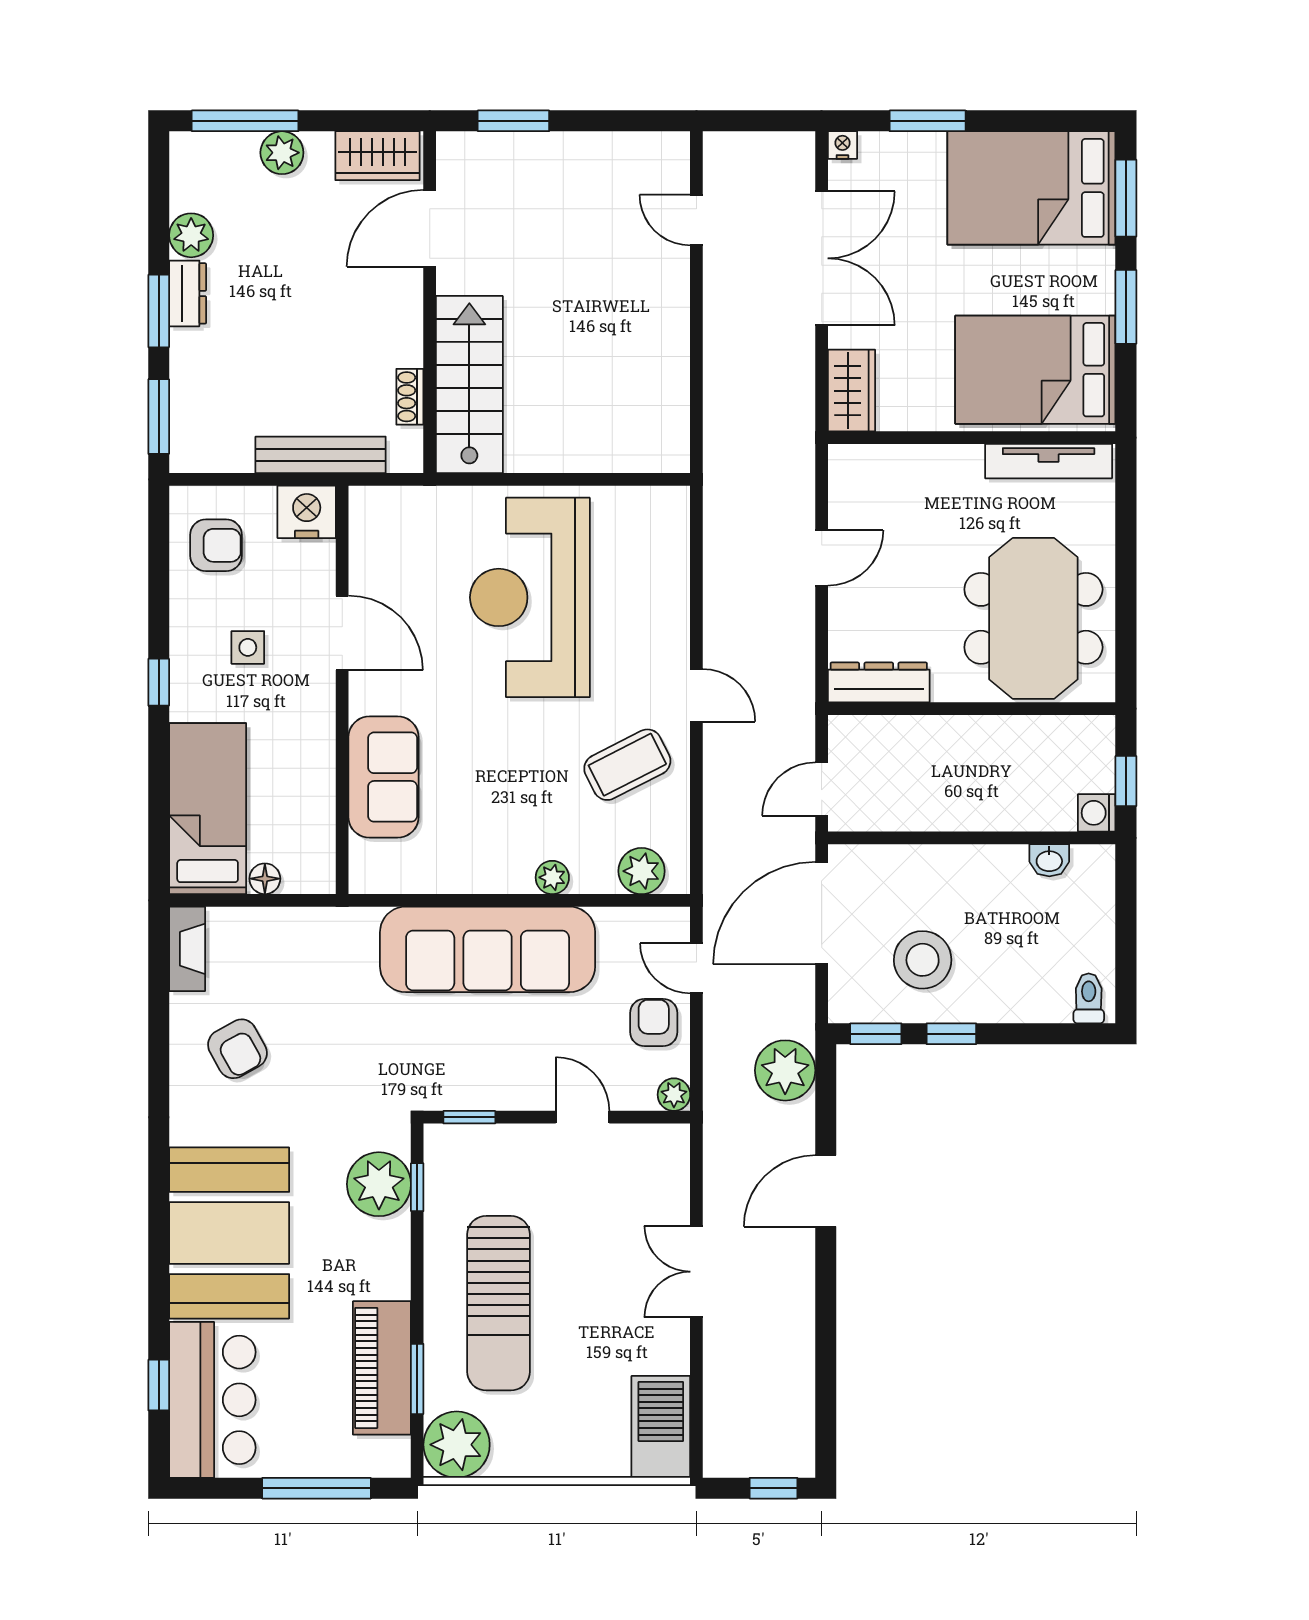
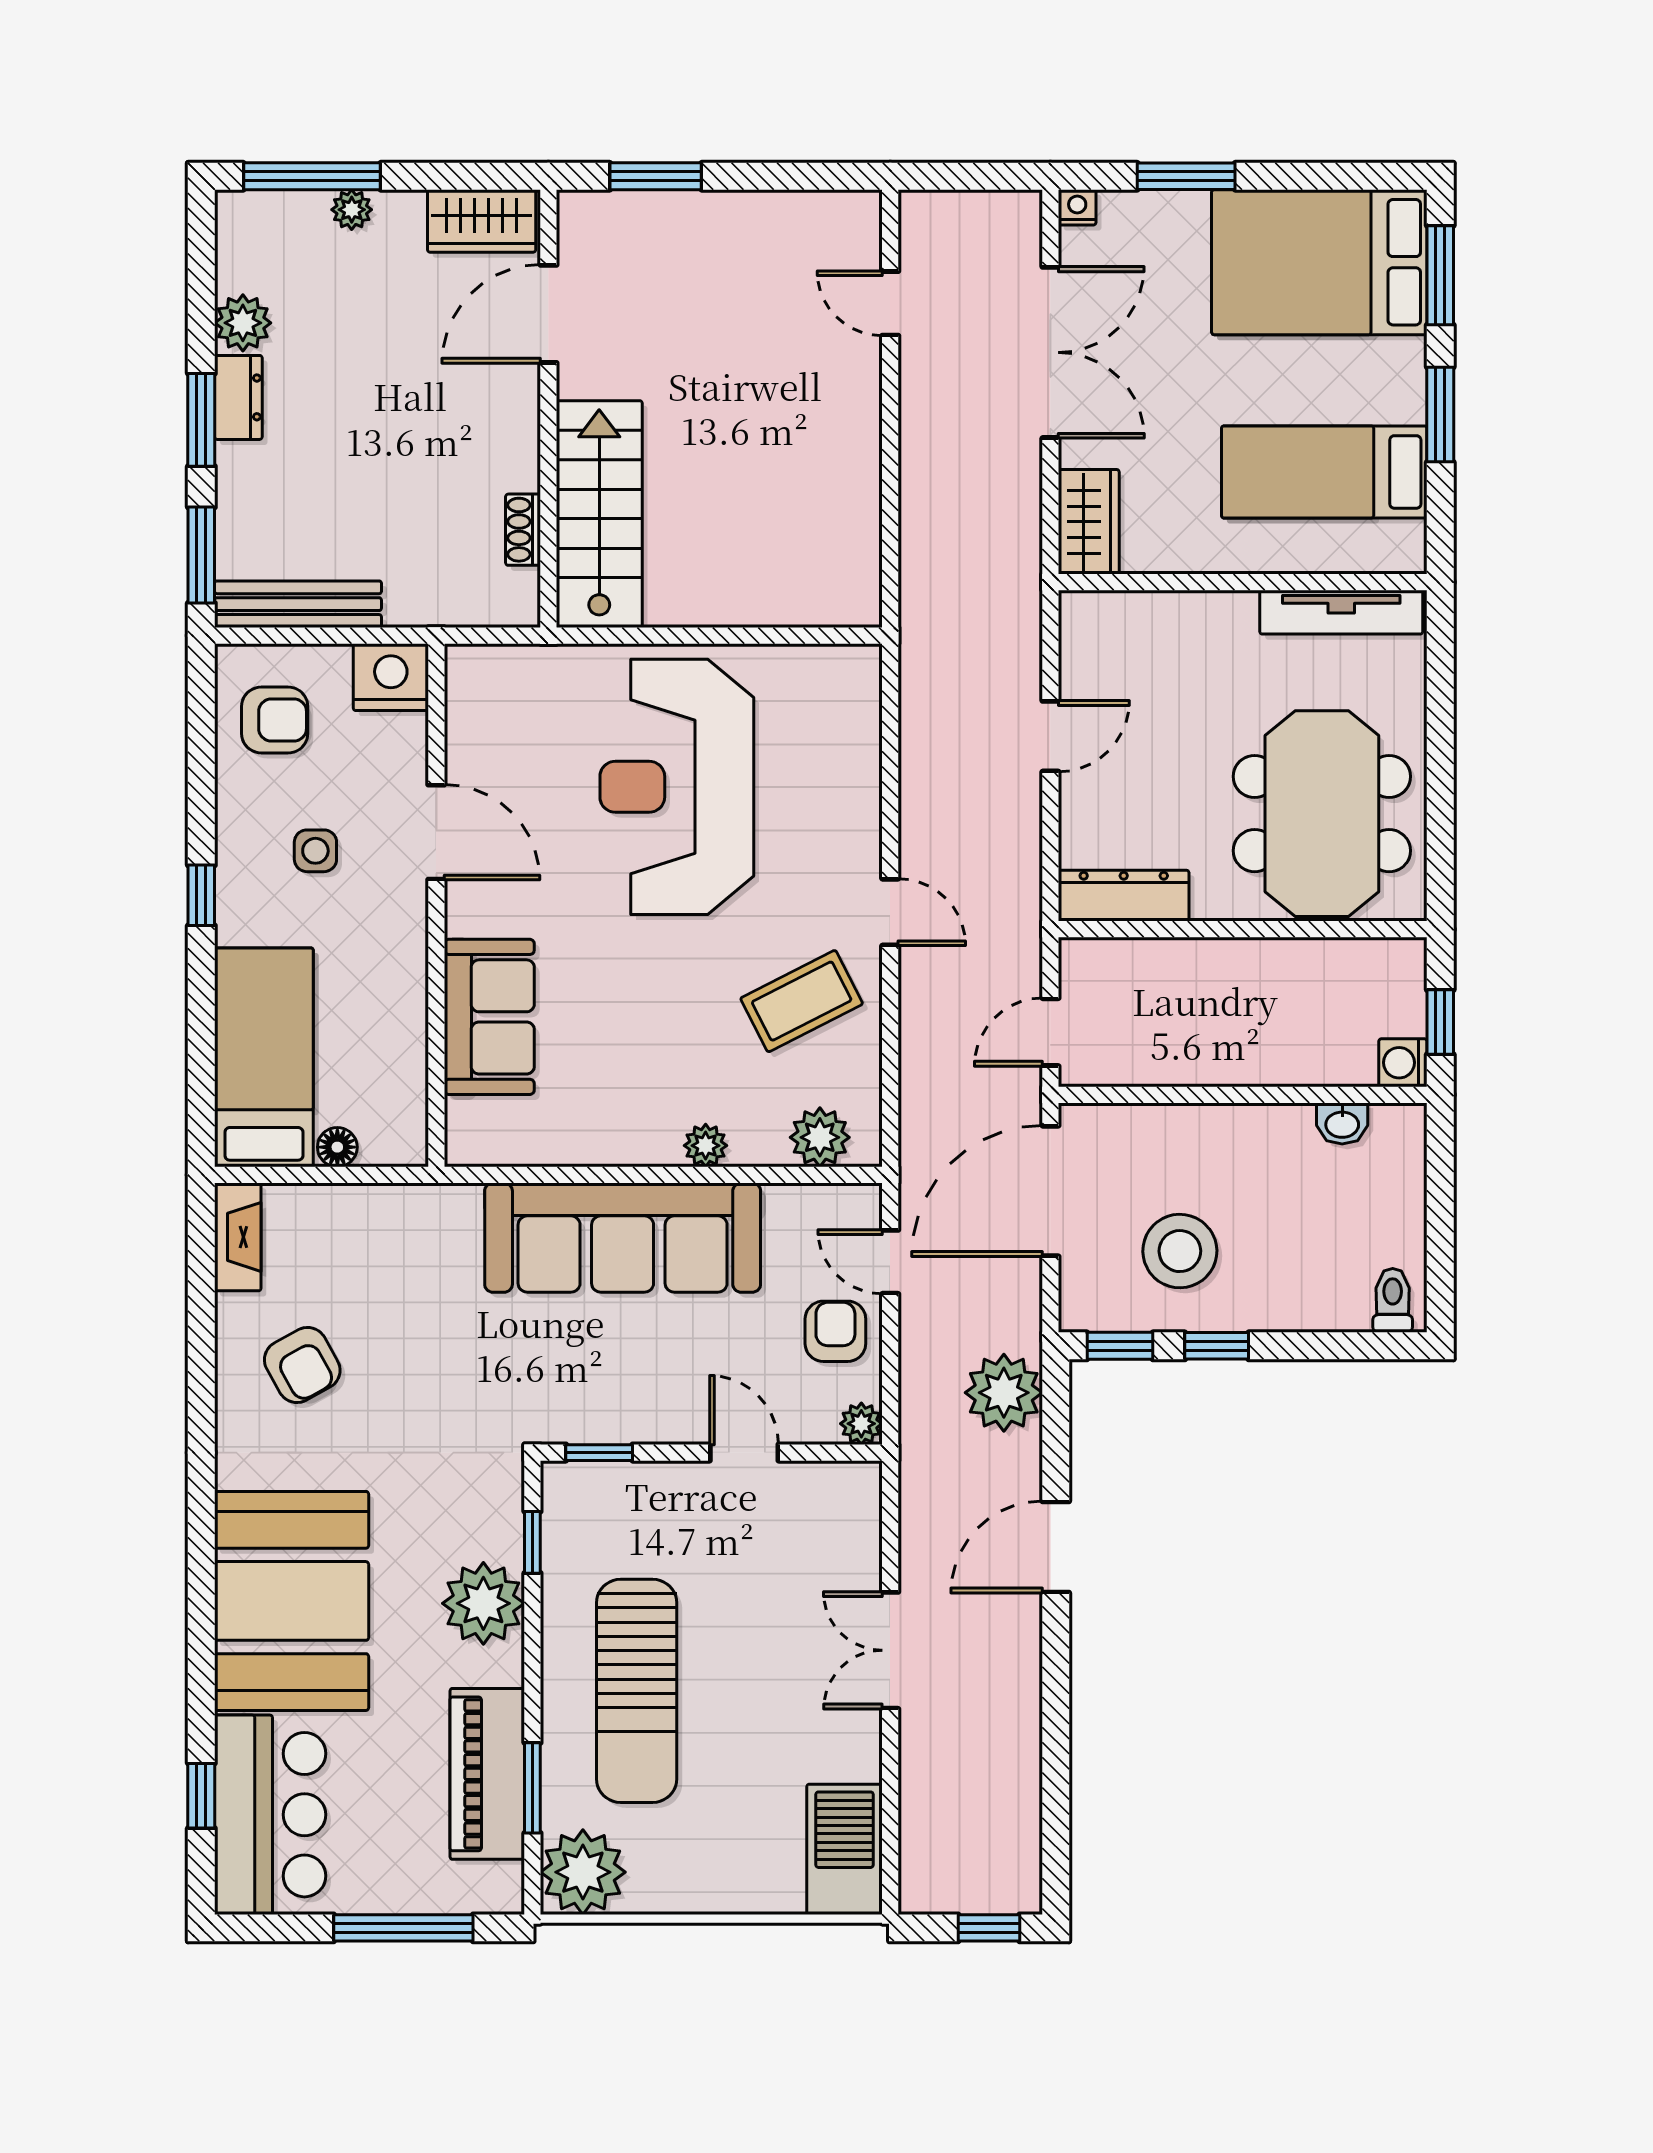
plant: (282, 153) -> (352, 210), width x0.73, depth x0.73
bed: (1035, 370) -> (1324, 472), width x0.67
bench: (321, 455) -> (298, 604), moved
plant: (379, 1184) -> (483, 1603), moved

